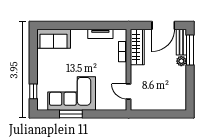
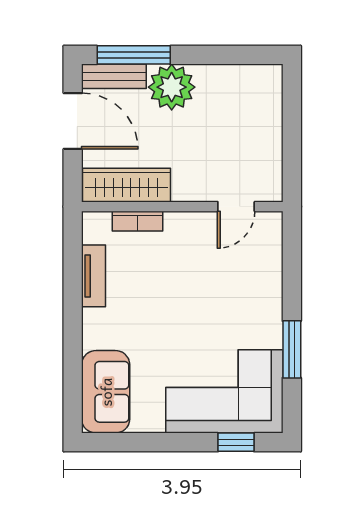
plant: (181, 61) -> (172, 87), width x1.88, depth x1.88
corner sofa: (72, 94) -> (224, 391), moved, turned 90

